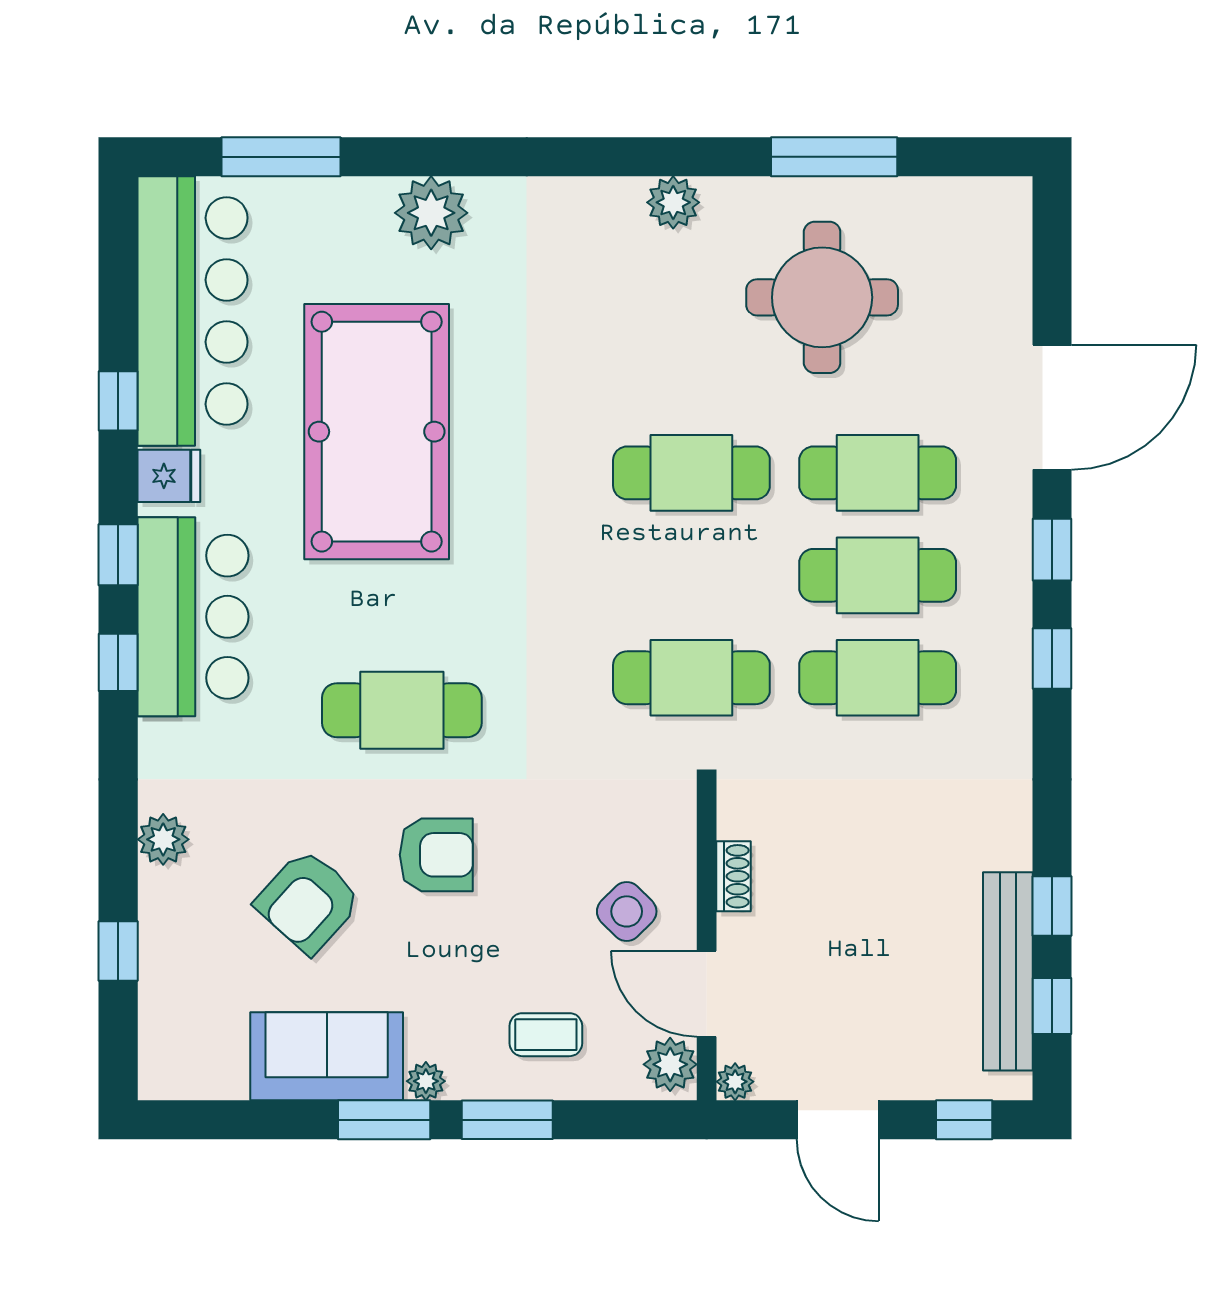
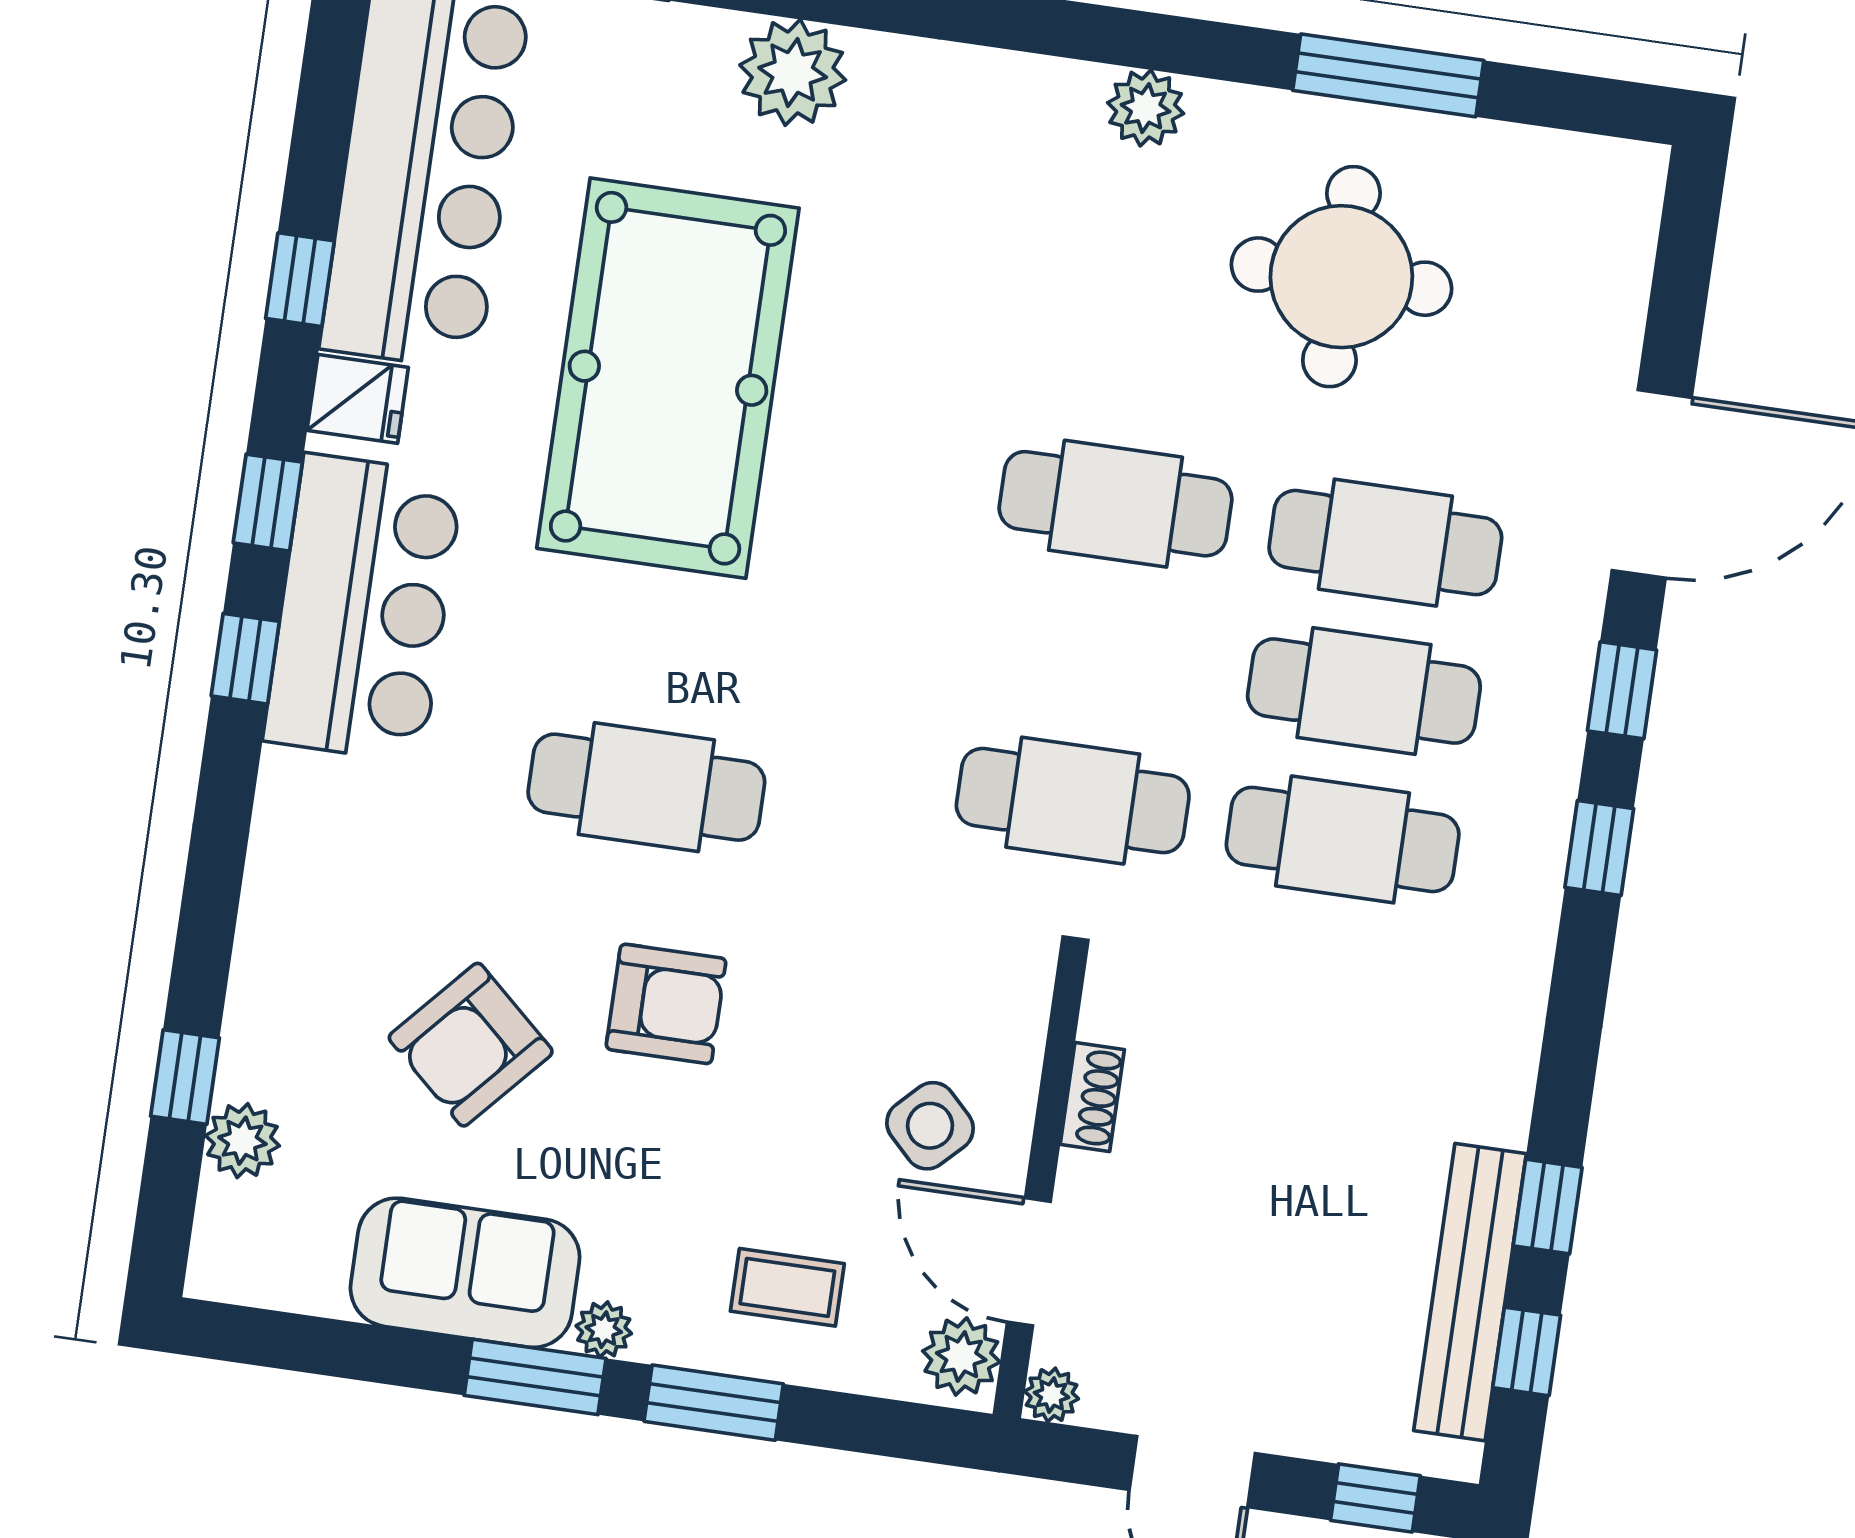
plant: (163, 839) -> (242, 1141), moved

